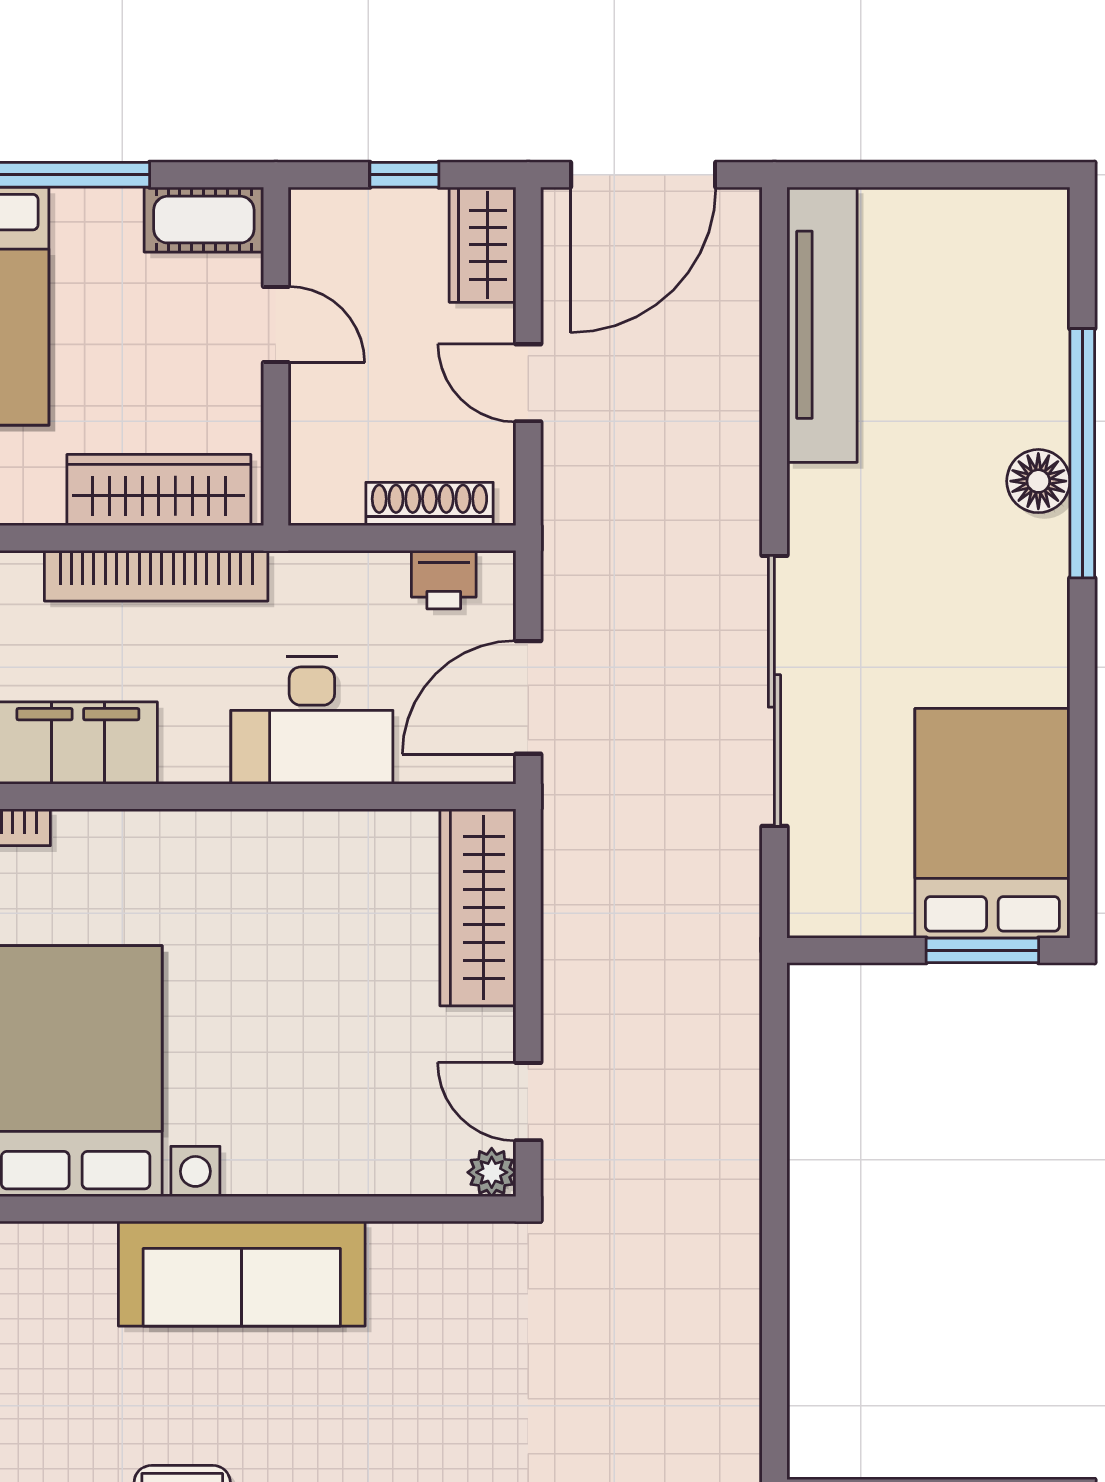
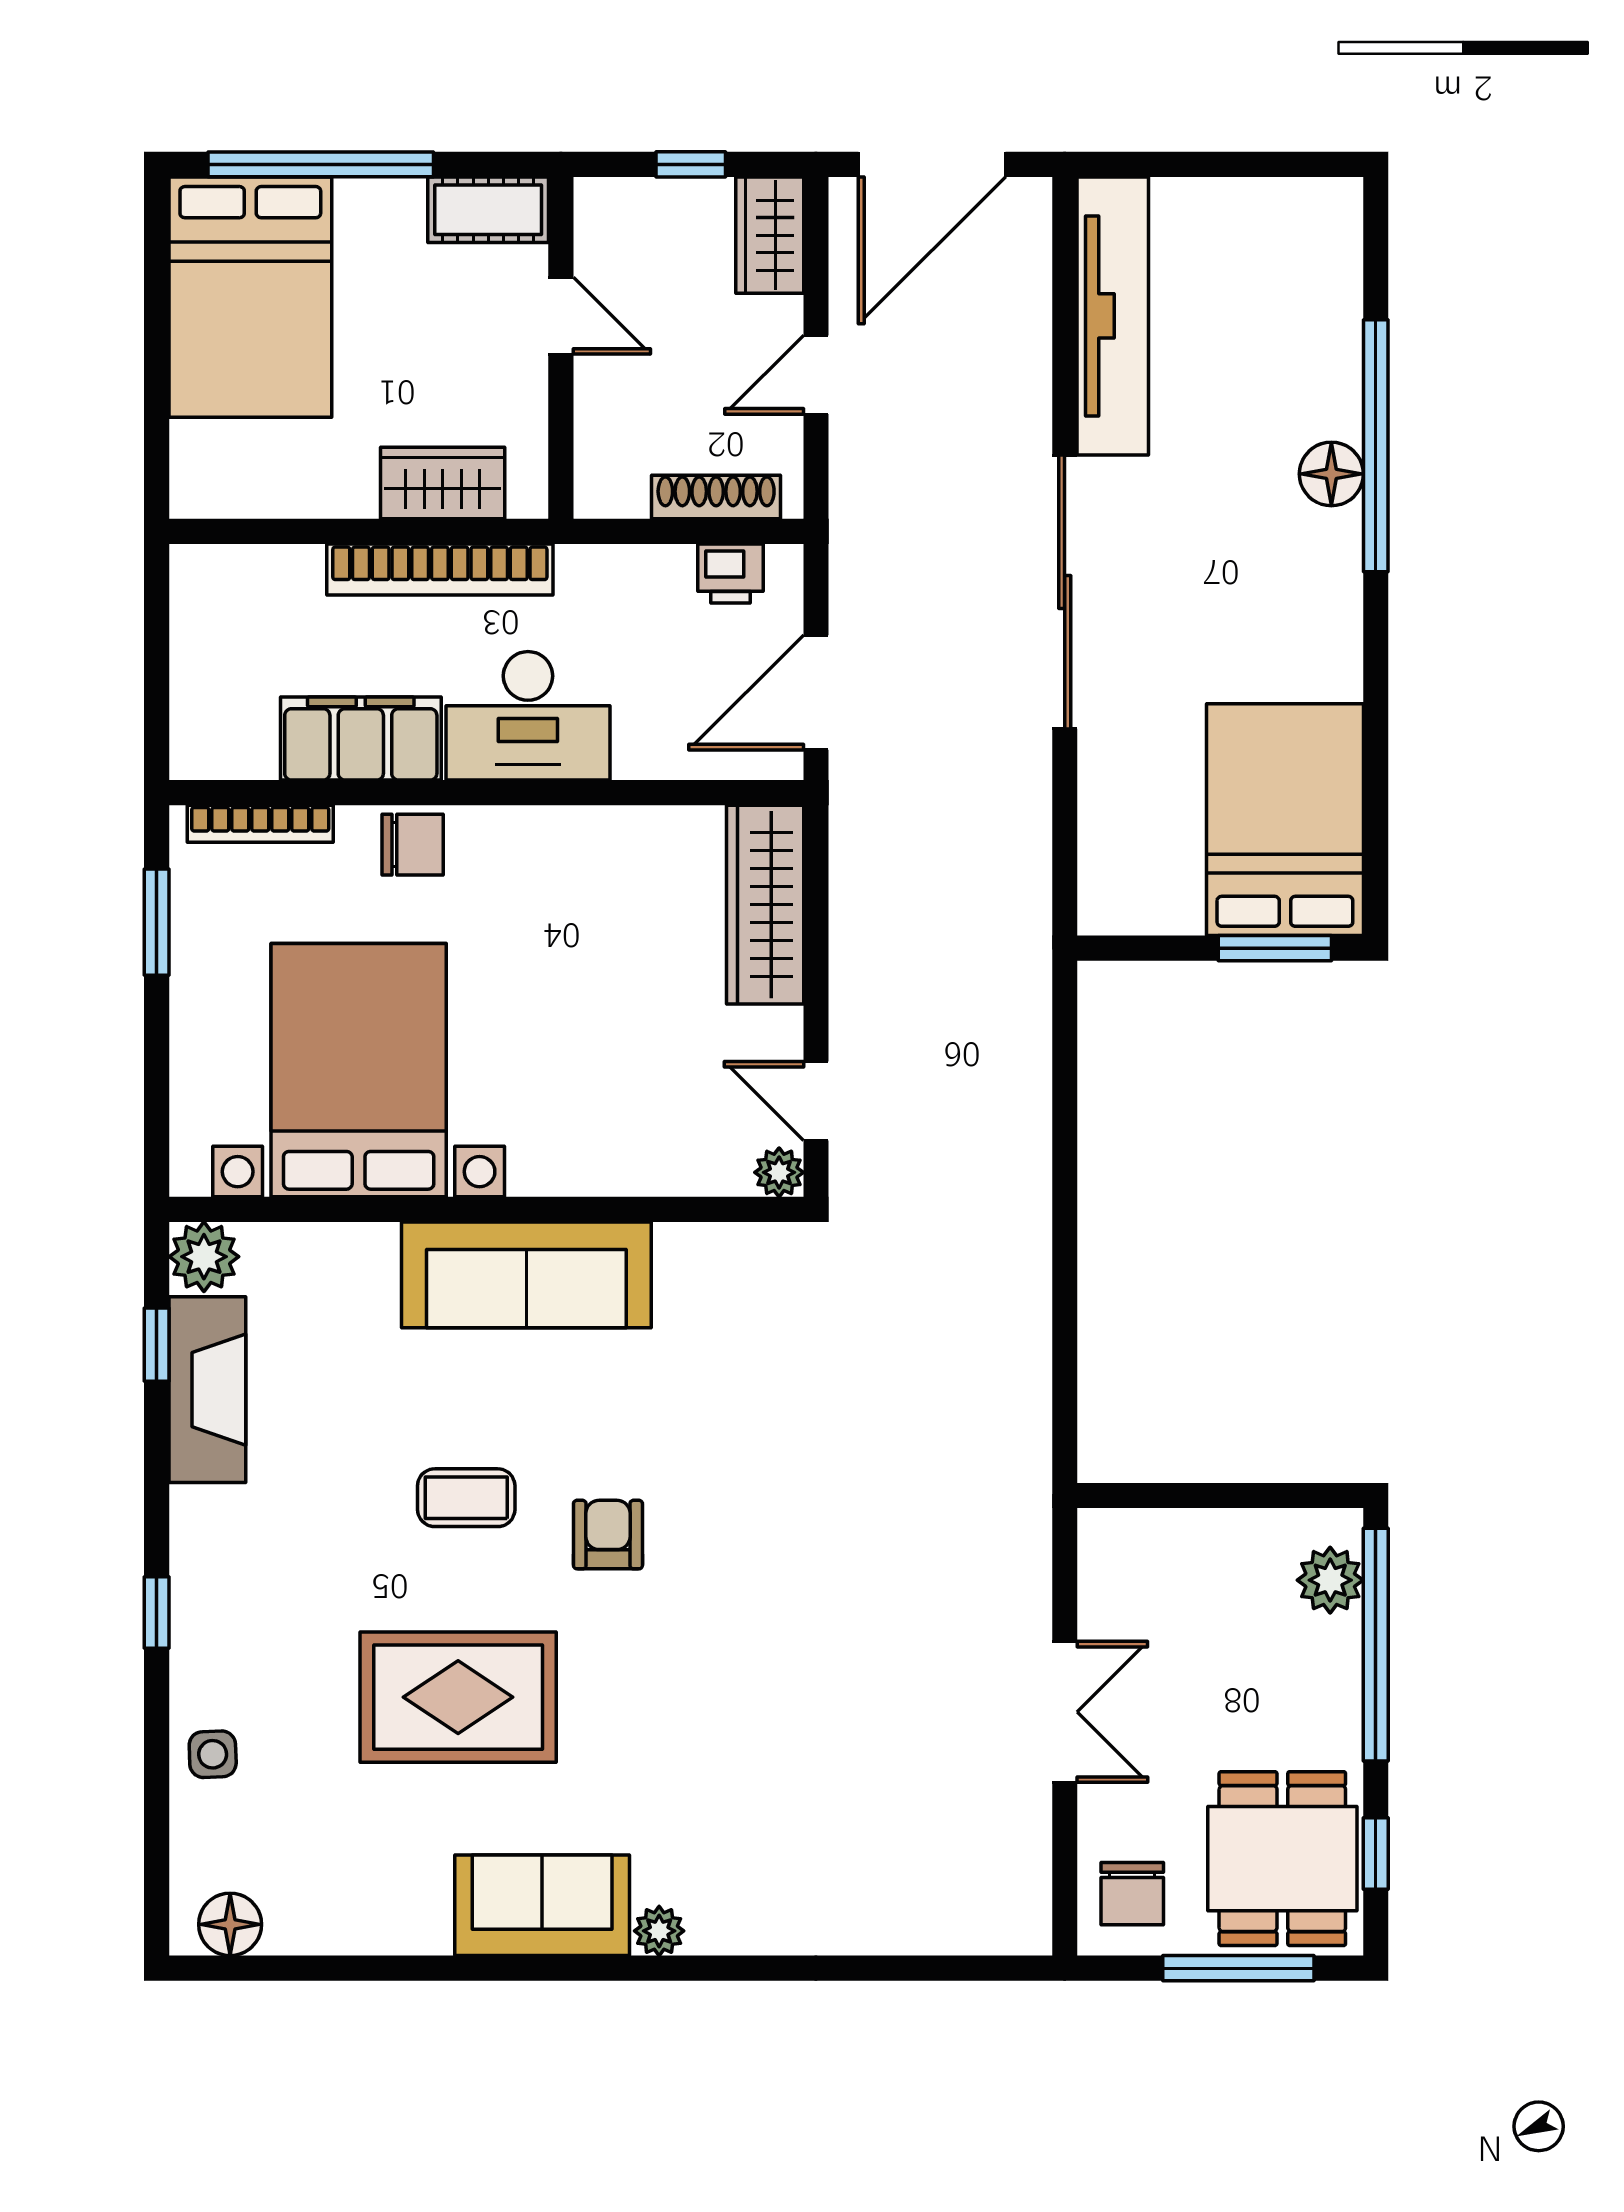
door: (528, 383) -> (816, 375), hinge flipped
wardrobe: (159, 490) -> (443, 483), width x0.67
sliding door: (774, 691) -> (1065, 592), moved
desk: (312, 720) -> (528, 716), moved
chair: (129, 848) -> (413, 845), added

